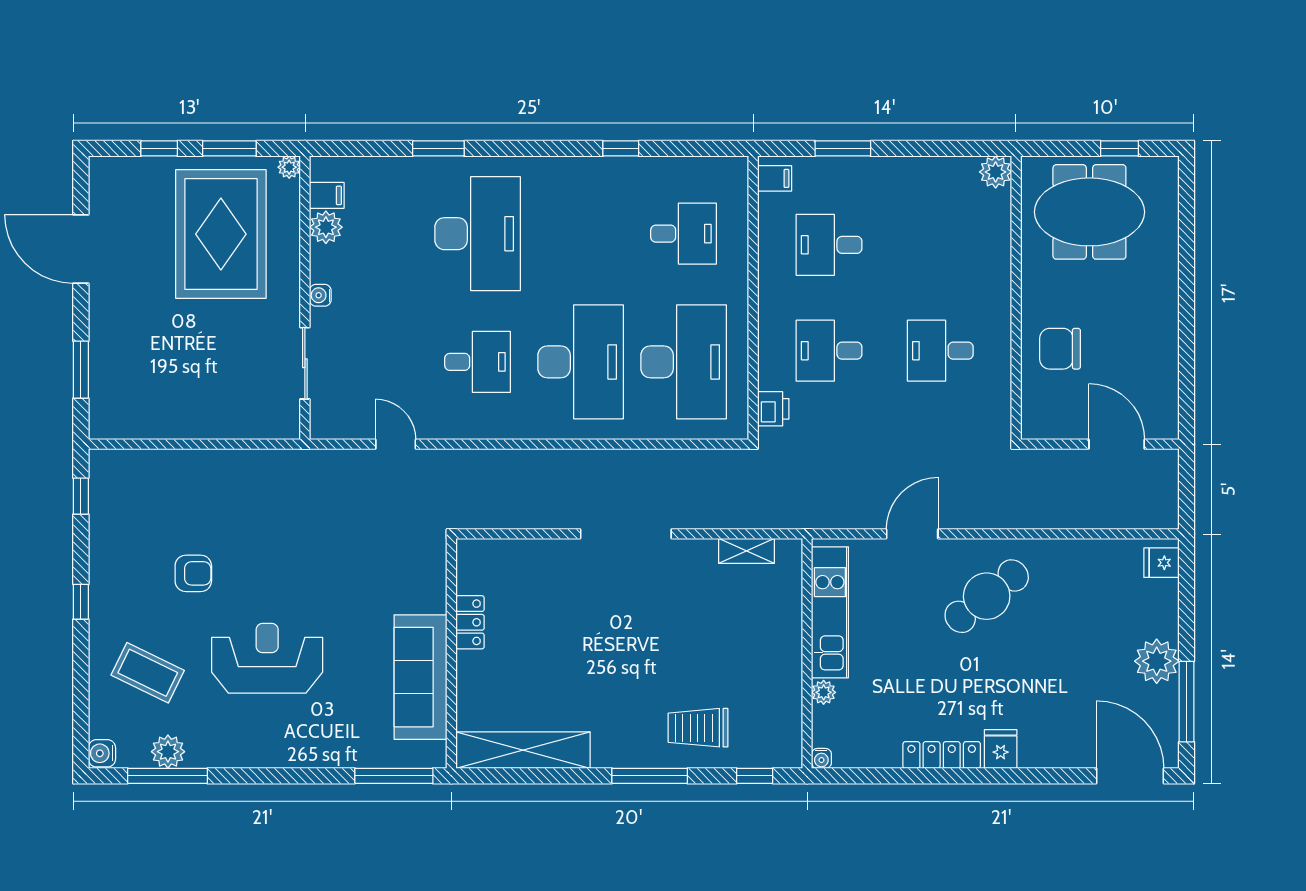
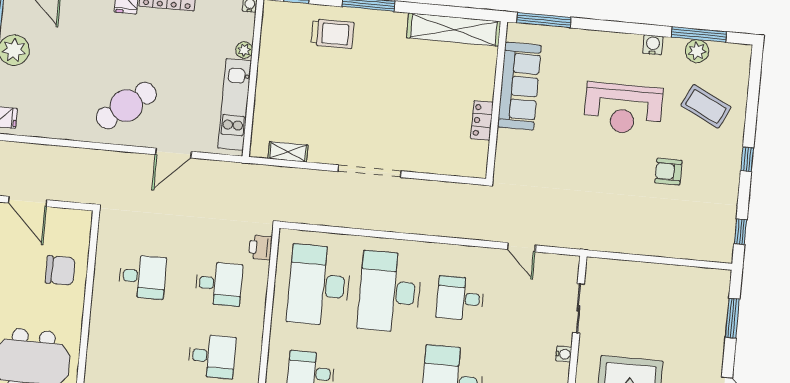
water cooler: (102, 753) -> (653, 45), moved, turned -90

